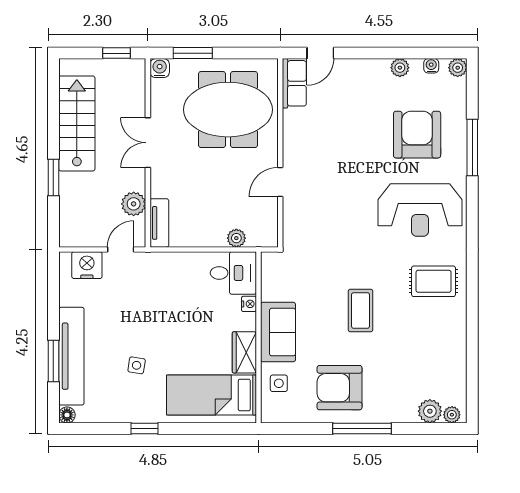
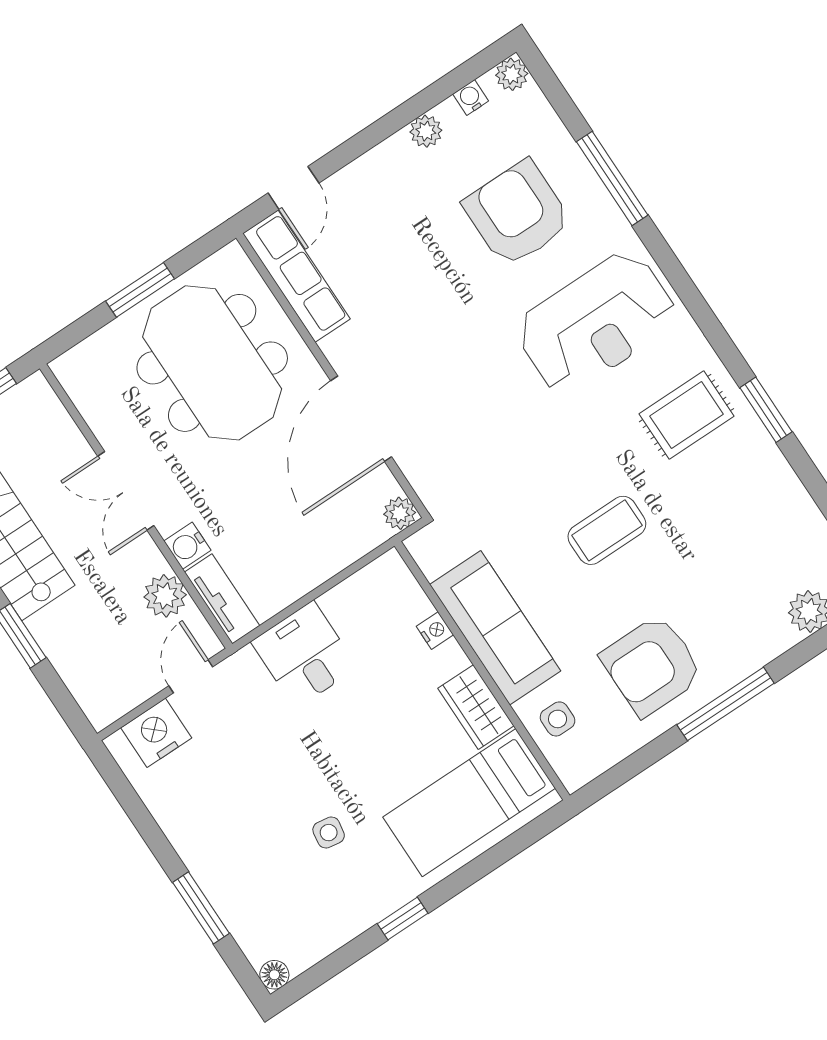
window: (193, 53) -> (140, 290), moved
water cooler: (160, 68) -> (187, 546), moved, turned -90
row of seats: (294, 83) -> (296, 276), width x1.48
meeting table: (228, 110) -> (212, 363), turned 90
door: (280, 182) -> (361, 419), width x1.88
plant: (236, 238) -> (400, 513), moved
desk: (233, 273) -> (304, 655), moved, turned -90
window: (472, 304) -> (766, 410), added
coffee table: (361, 310) -> (607, 530), turned 90
sofa: (278, 332) -> (495, 628), width x1.36
tv unit: (71, 356) -> (223, 883), removed

